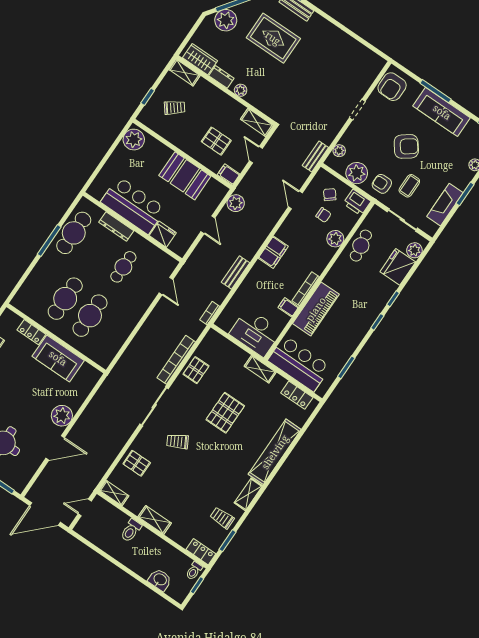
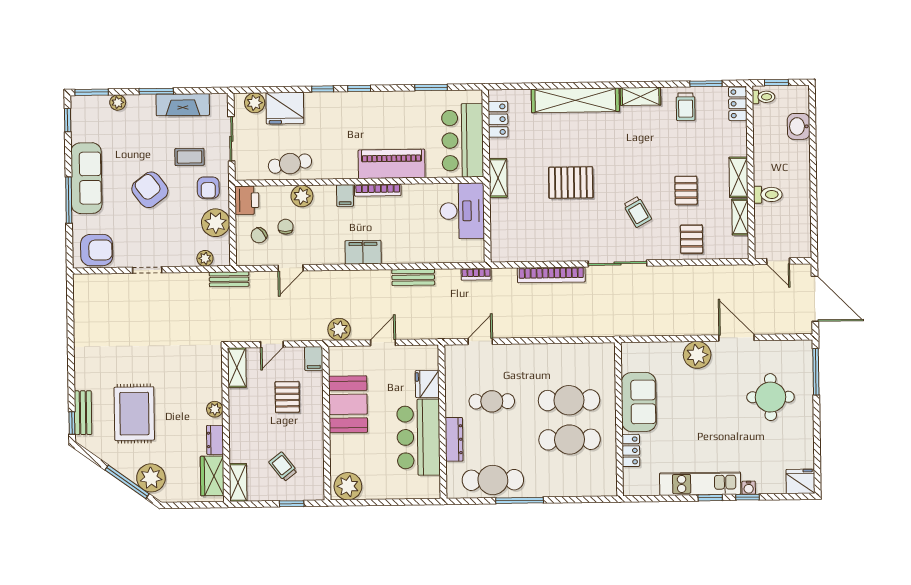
filing cabinet: (288, 307) -> (345, 196), moved
pallet: (196, 370) -> (686, 190), moved, turned 90
shelving: (114, 493) -> (740, 217), moved

